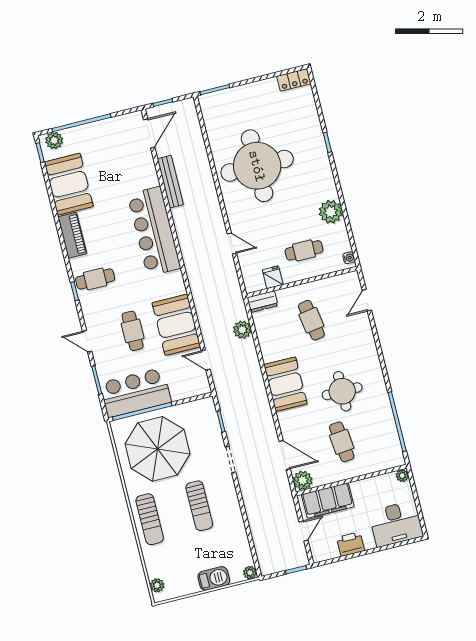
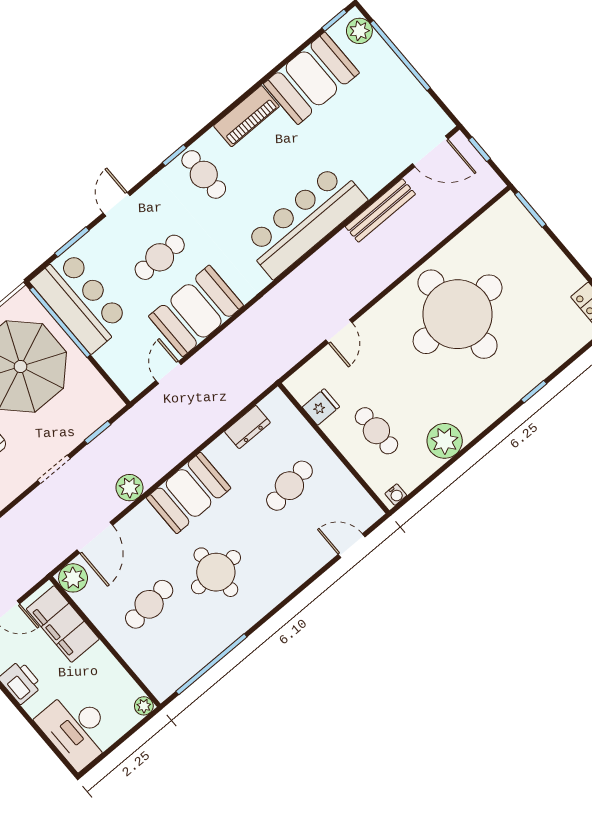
dresser: (263, 302) -> (247, 427), moved, turned -90
plant: (242, 330) -> (129, 488), moved

